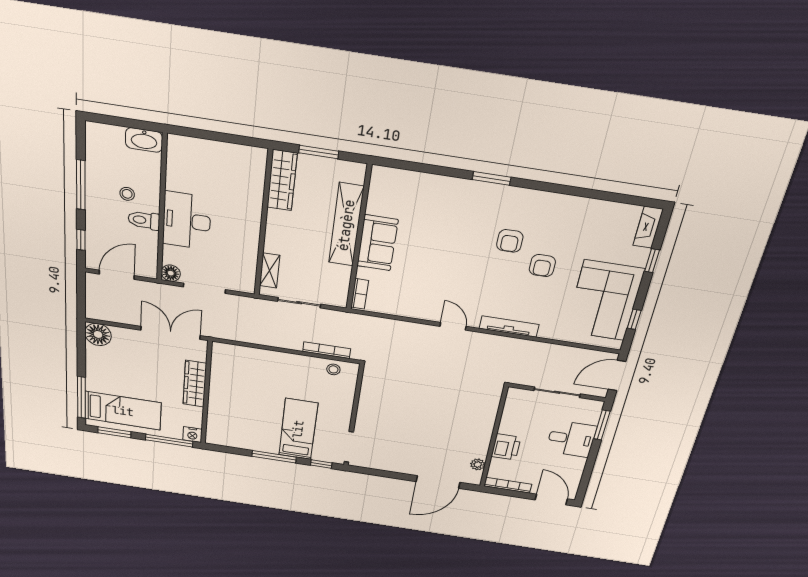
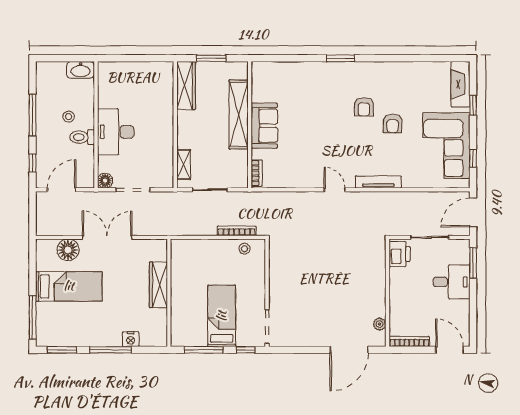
fireplace: (648, 227) -> (461, 84), width x1.37, depth x1.32
floor lamp: (98, 335) -> (68, 250), moved
wardrobe: (195, 384) -> (158, 285), moved
wall: (206, 393) -> (169, 293), moved
bed: (123, 411) -> (69, 286), moved
printer: (506, 447) -> (400, 254), moved

